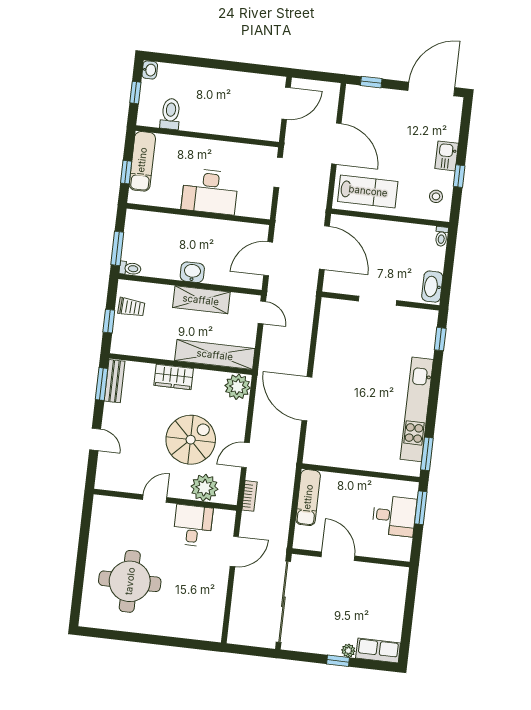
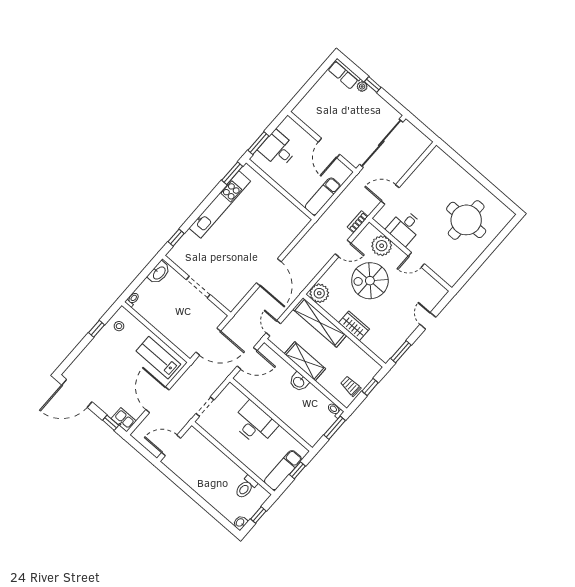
kitchen sink: (447, 156) -> (124, 420), moved, turned -90
door: (324, 248) -> (208, 342), swing flipped
bench: (115, 381) -> (392, 348), removed
door: (307, 399) -> (269, 272), moved

